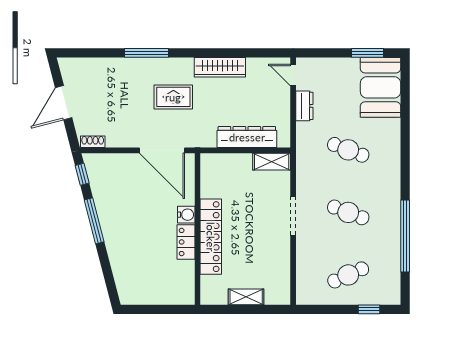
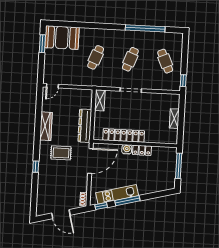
window: (147, 53) -> (36, 167), width x0.46
rug: (173, 97) -> (61, 153), turned 90
dresser: (304, 106) -> (70, 80), removed
dresser: (247, 137) -> (85, 126), moved
kitchen unit: (105, 202) -> (117, 194), added
locker: (211, 237) -> (124, 135), moved
window: (162, 309) -> (179, 166), added
window: (369, 309) -> (183, 81), moved

